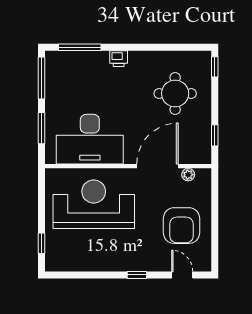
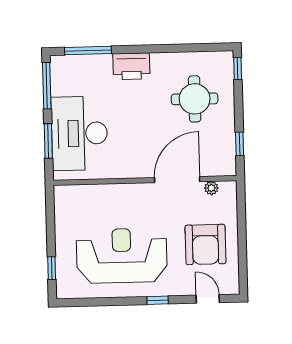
printer: (119, 59) -> (131, 66), width x1.87, depth x1.48
desk: (90, 139) -> (79, 133), moved, turned 90
reception desk: (94, 204) -> (122, 256), moved

